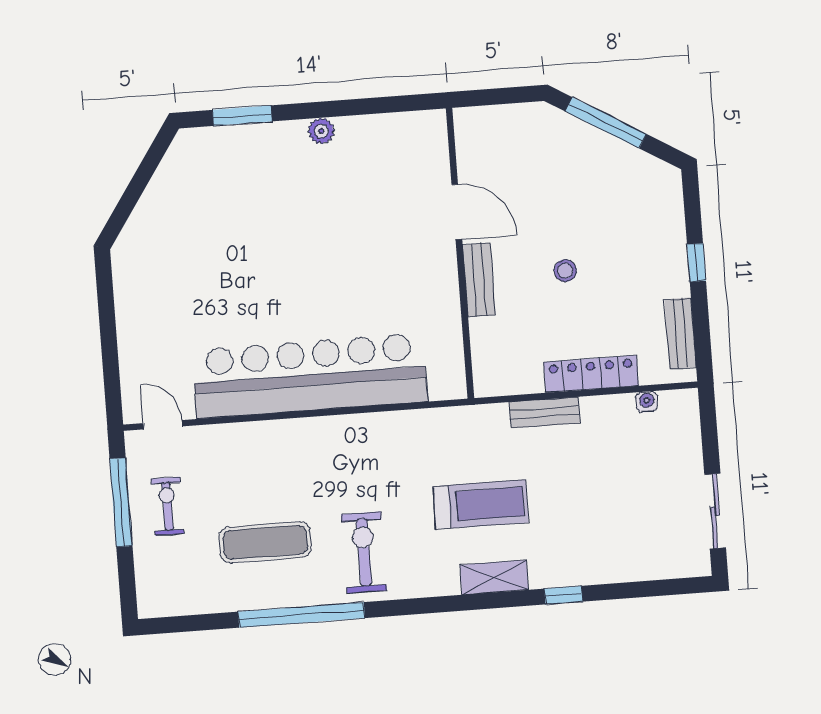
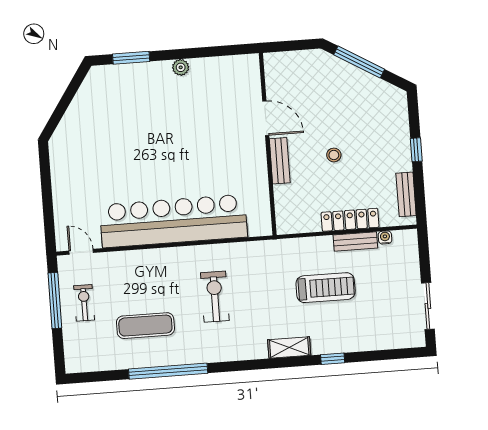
bench: (545, 413) -> (355, 241), moved
treadmill: (481, 504) -> (326, 288), moved
exercise bike: (364, 553) -> (215, 297), moved

